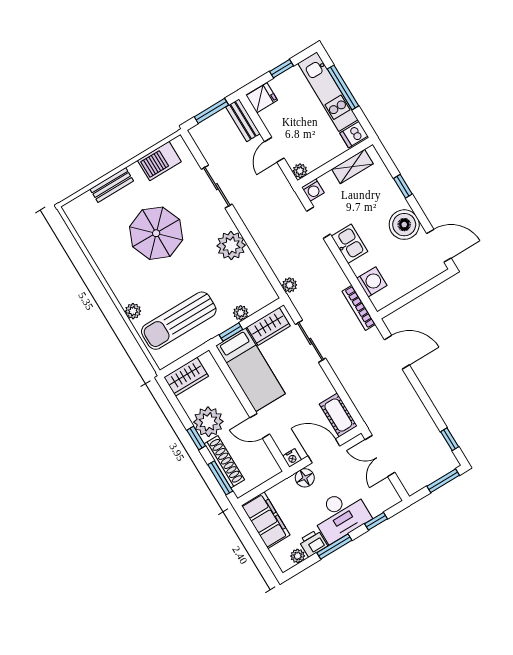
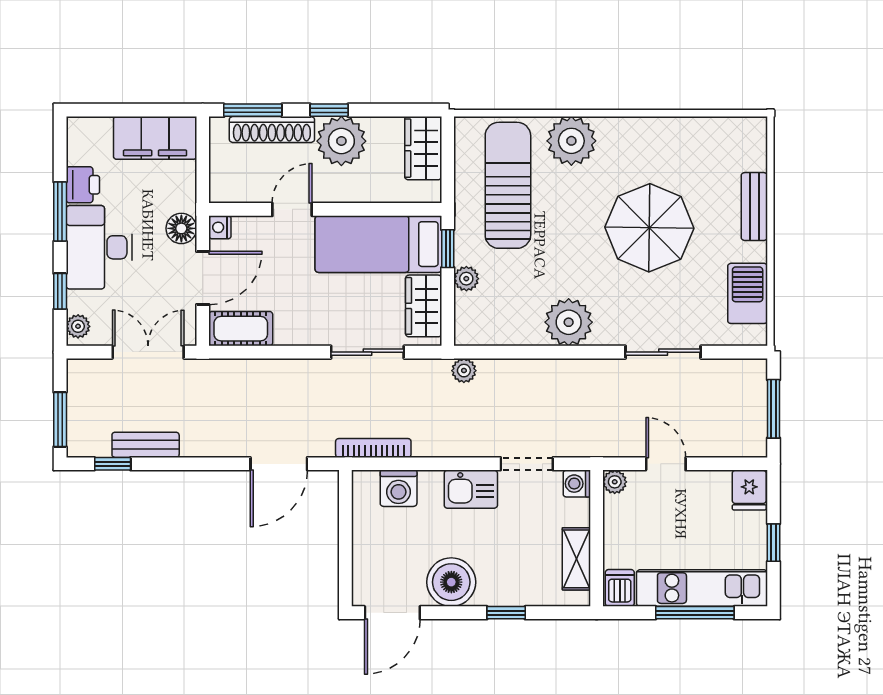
bench: (243, 120) -> (146, 445), moved
plant: (133, 311) -> (571, 141), width x1.87, depth x1.87
plant: (298, 556) -> (78, 326), moved

